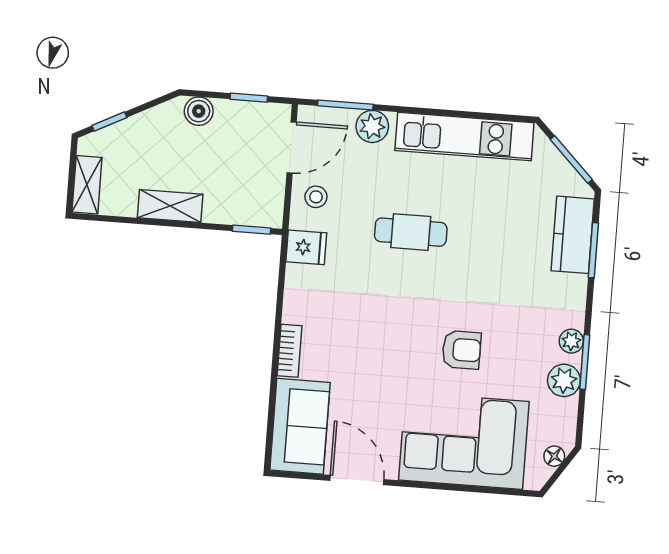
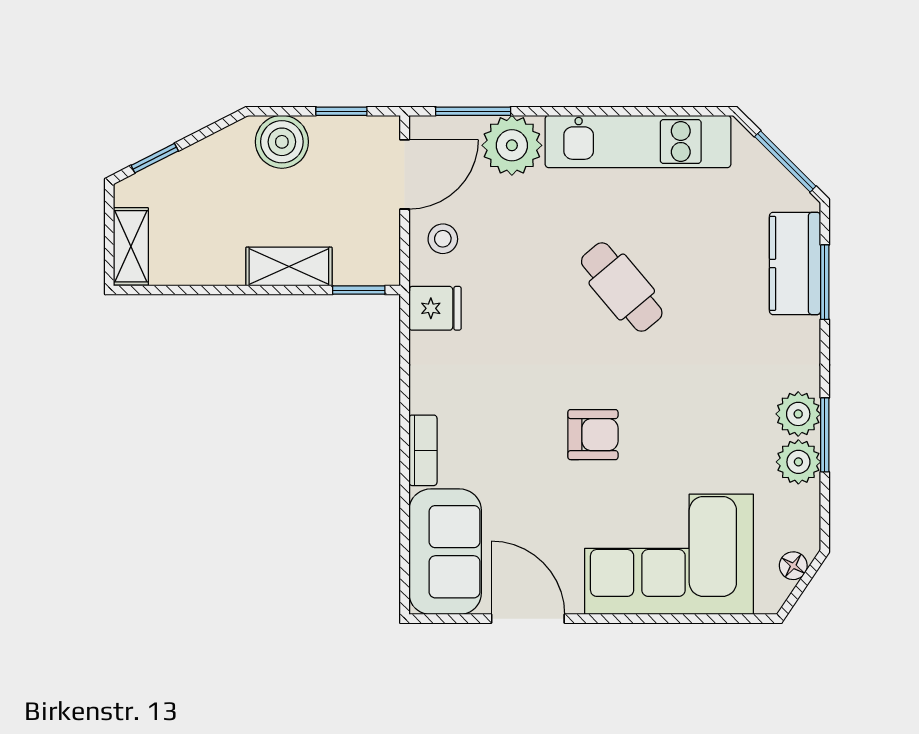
boiler: (199, 111) -> (282, 142), width x1.36, depth x1.36
plant: (372, 126) -> (512, 145), width x1.36, depth x1.36
shelving: (170, 206) -> (289, 266), moved
cafe table: (411, 232) -> (622, 287), moved, turned 50
plant: (571, 341) -> (798, 414), width x1.38, depth x1.38
armchair: (461, 350) -> (593, 435), moved

